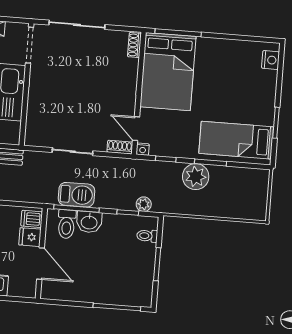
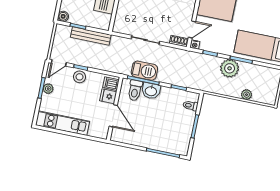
door: (136, 129) -> (192, 29), swing flipped
plant: (144, 204) -> (247, 95), moved

